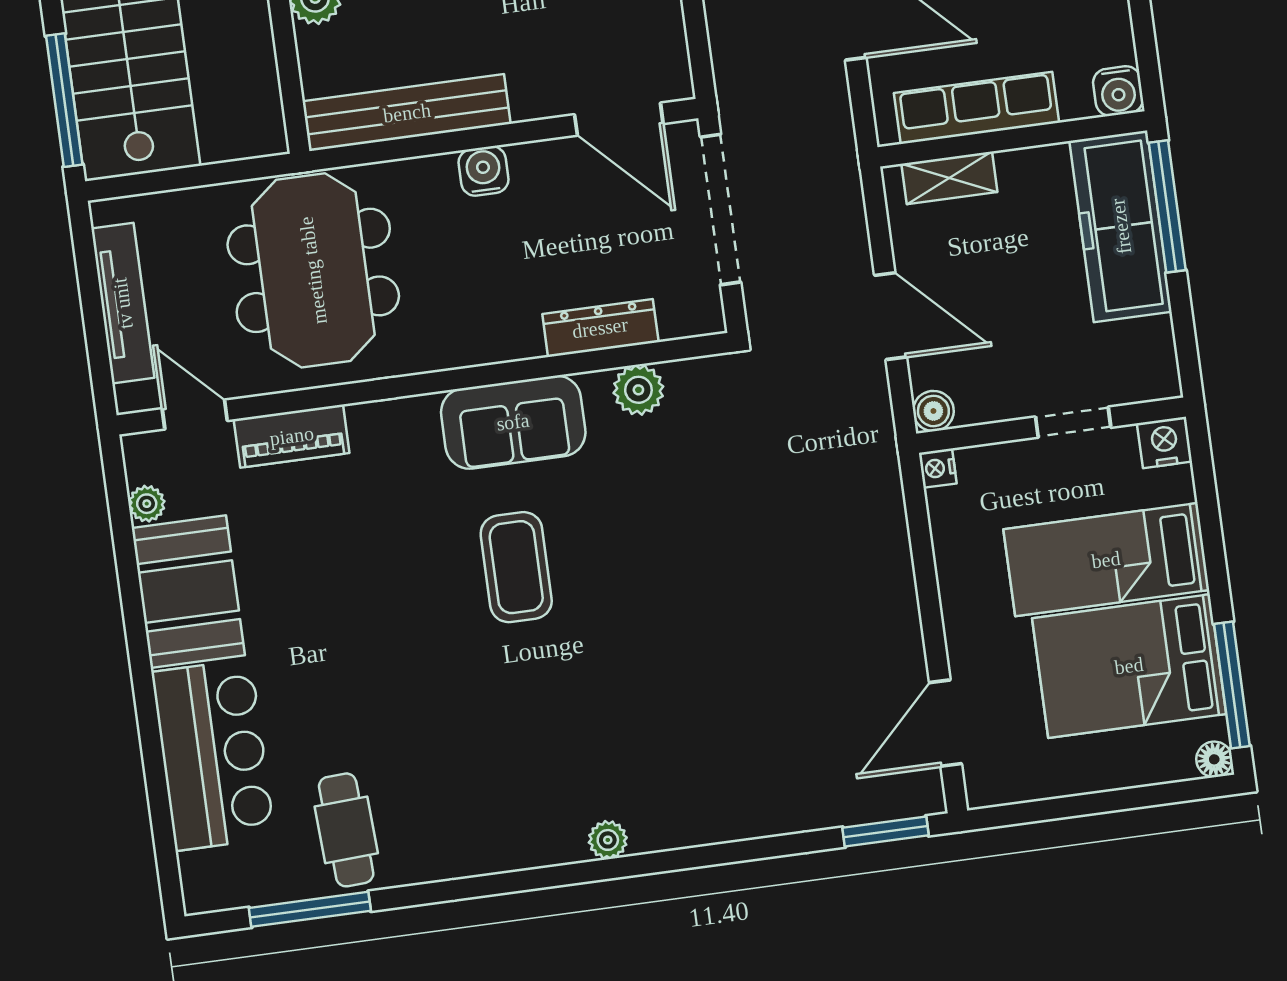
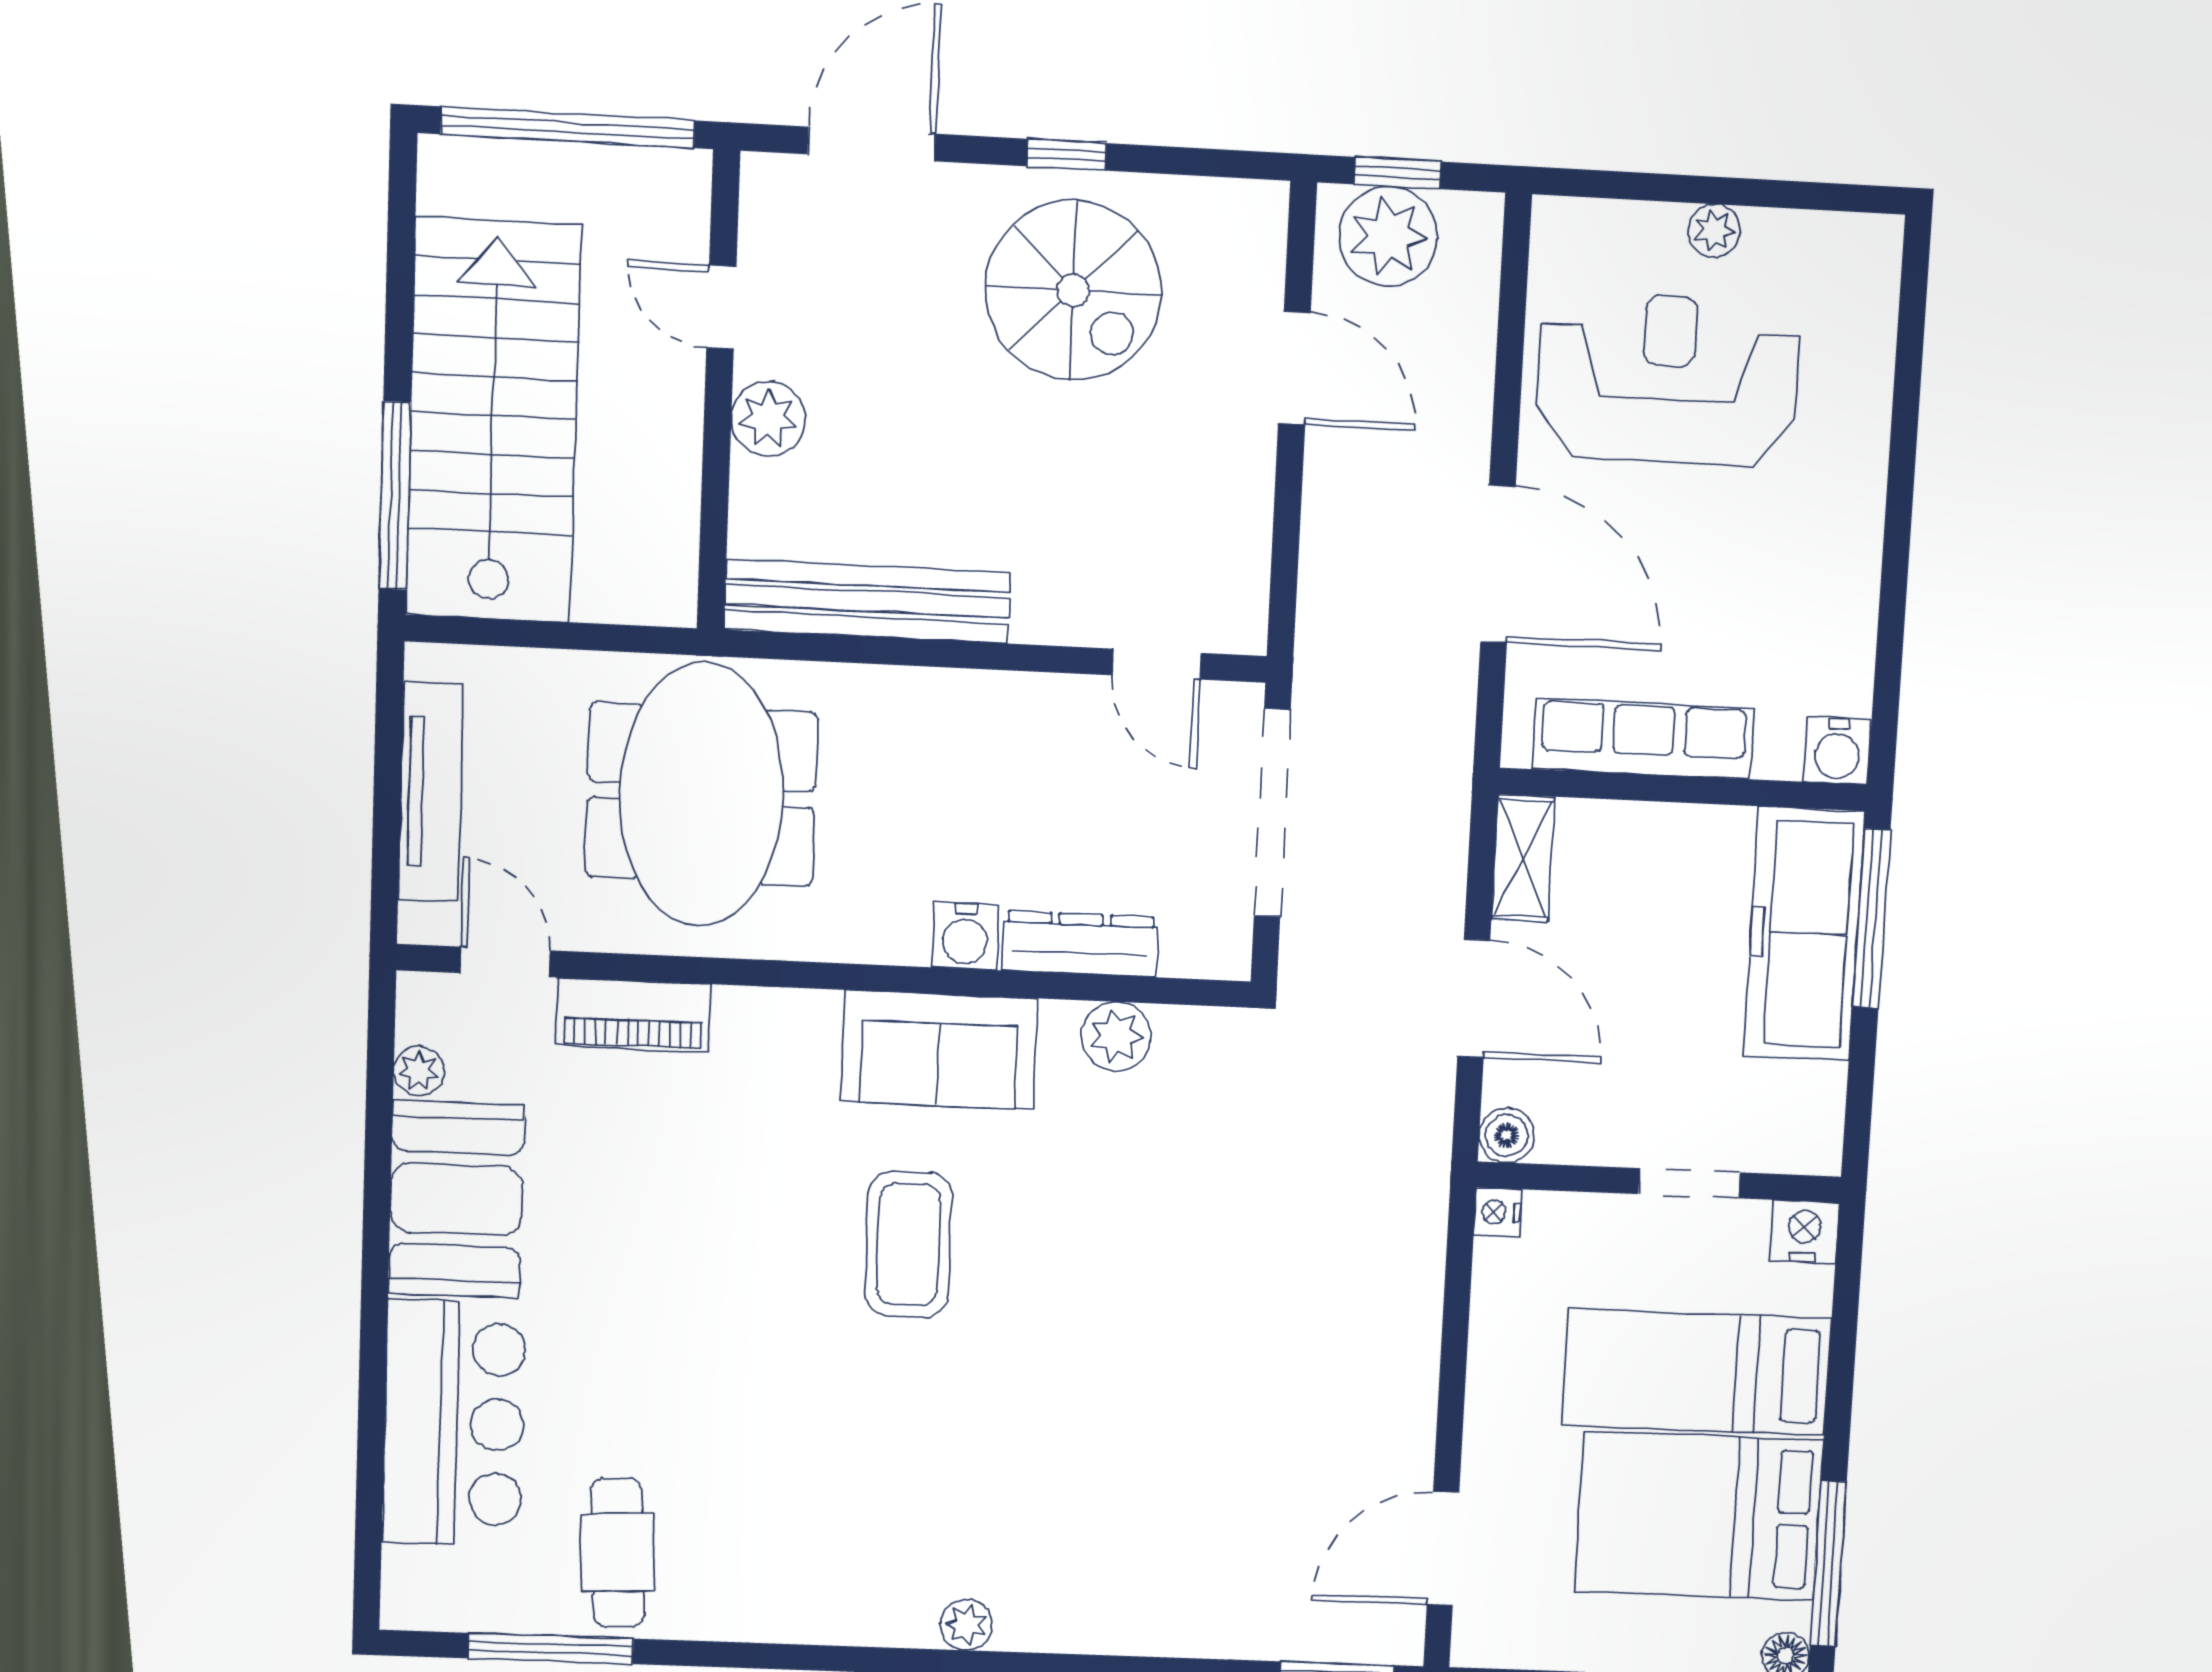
door: (619, 119) -> (1157, 664), width x0.73
water cooler: (483, 171) -> (965, 936), moved, turned 180
shelving: (949, 178) -> (1523, 858), moved, turned 90

